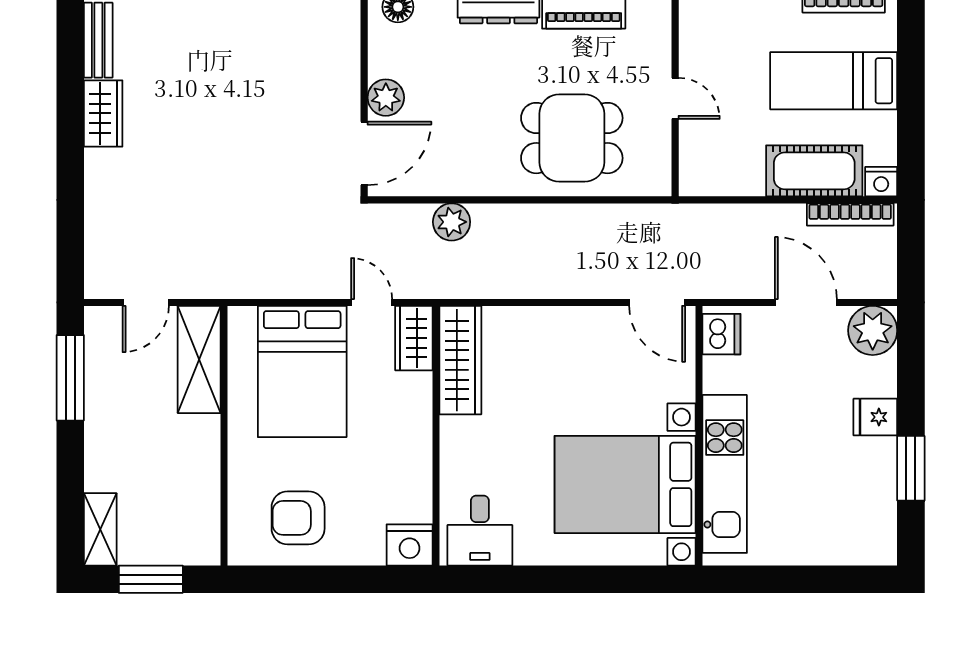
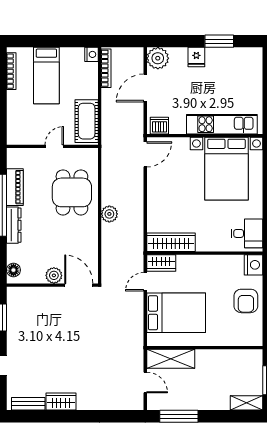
cot: (814, 171) -> (87, 121), moved
plant: (452, 222) -> (109, 214), moved
armchair: (298, 518) -> (246, 301), moved

